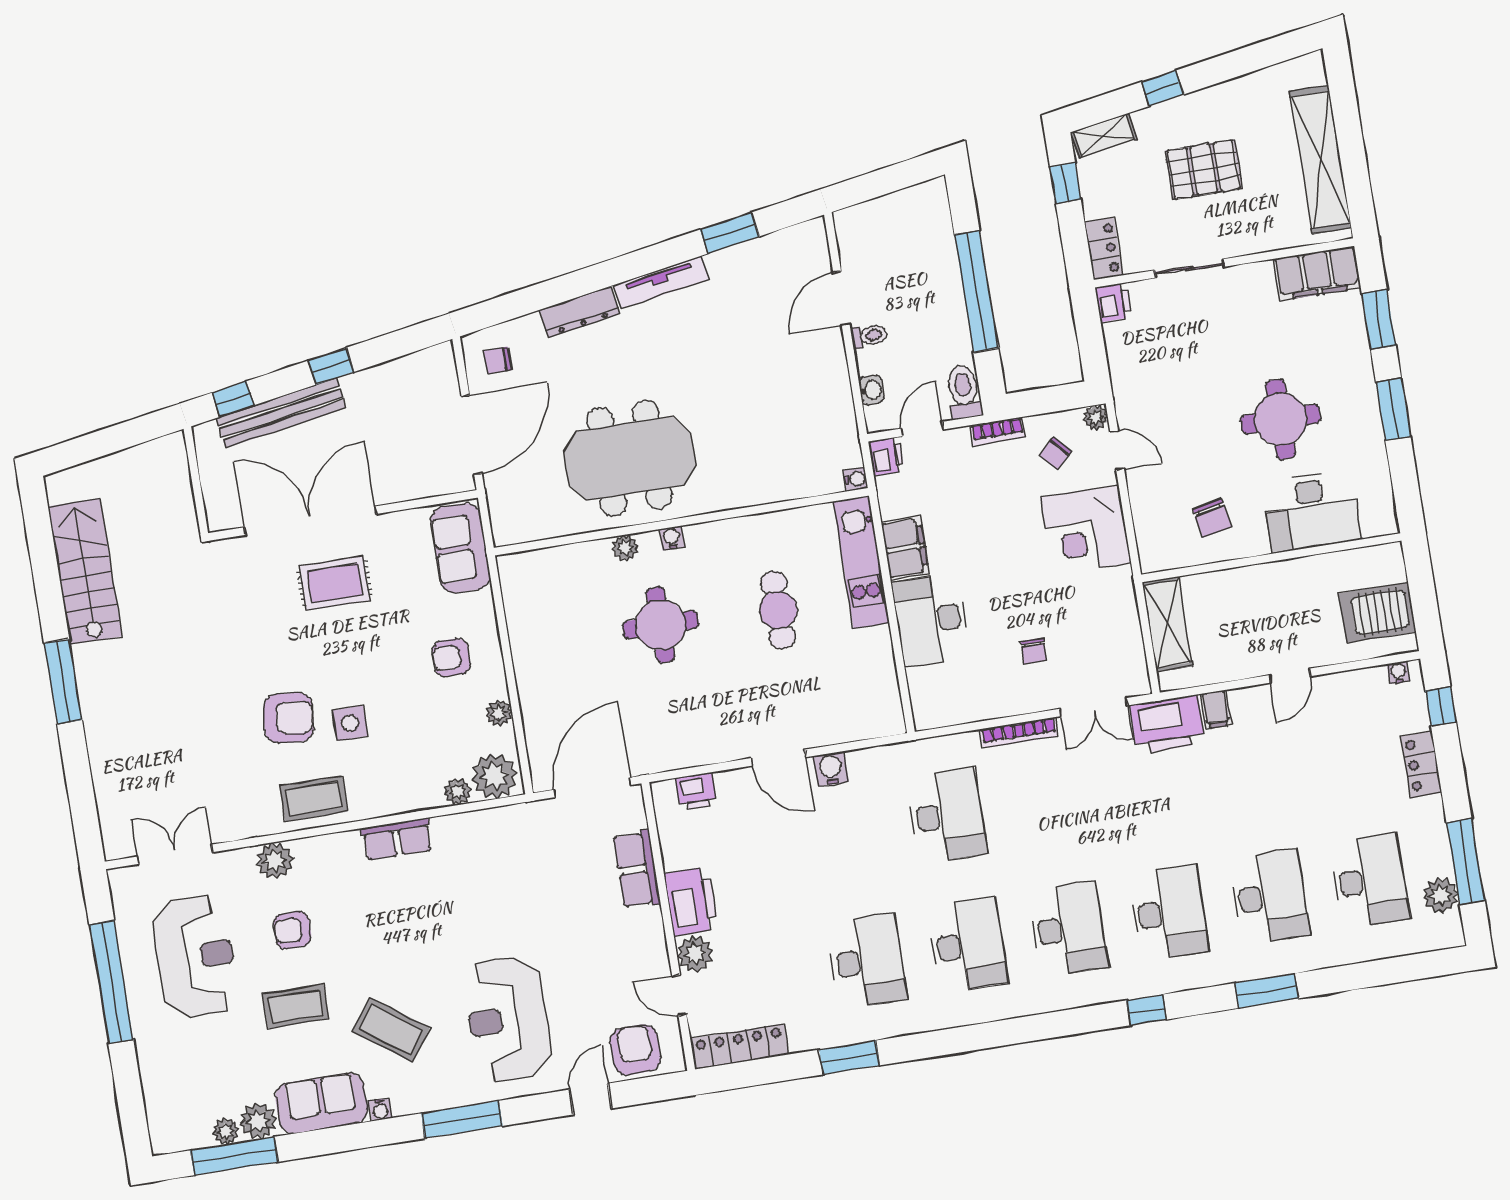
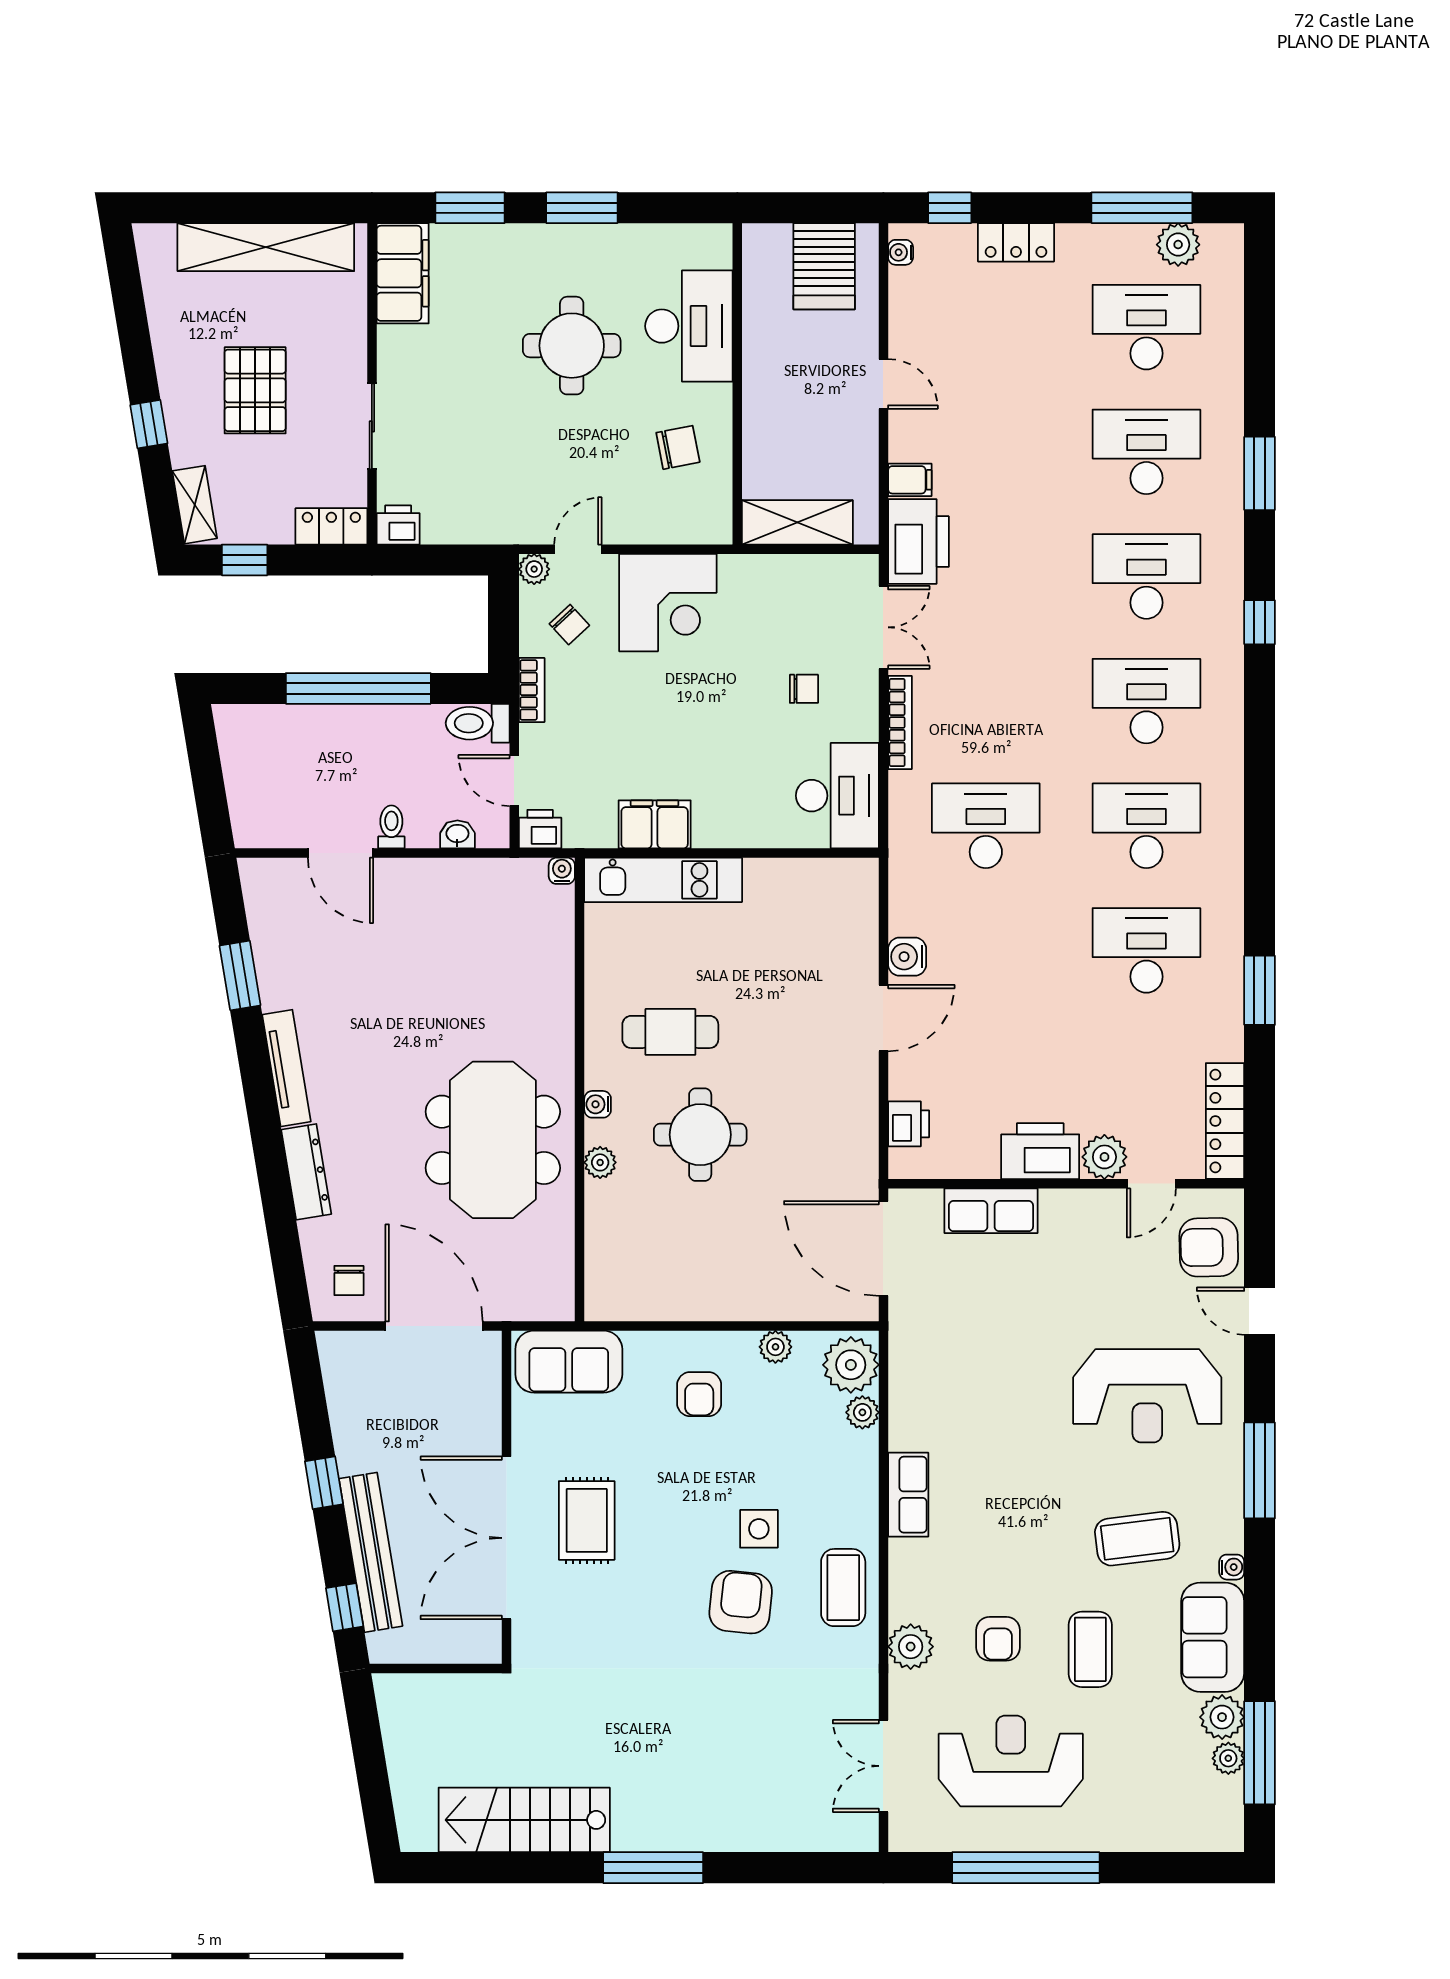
cafe table: (778, 610) -> (670, 1032), moved
desk: (931, 620) -> (837, 796), moved, turned -90
coffee table: (391, 1030) -> (1137, 1539), turned 47

